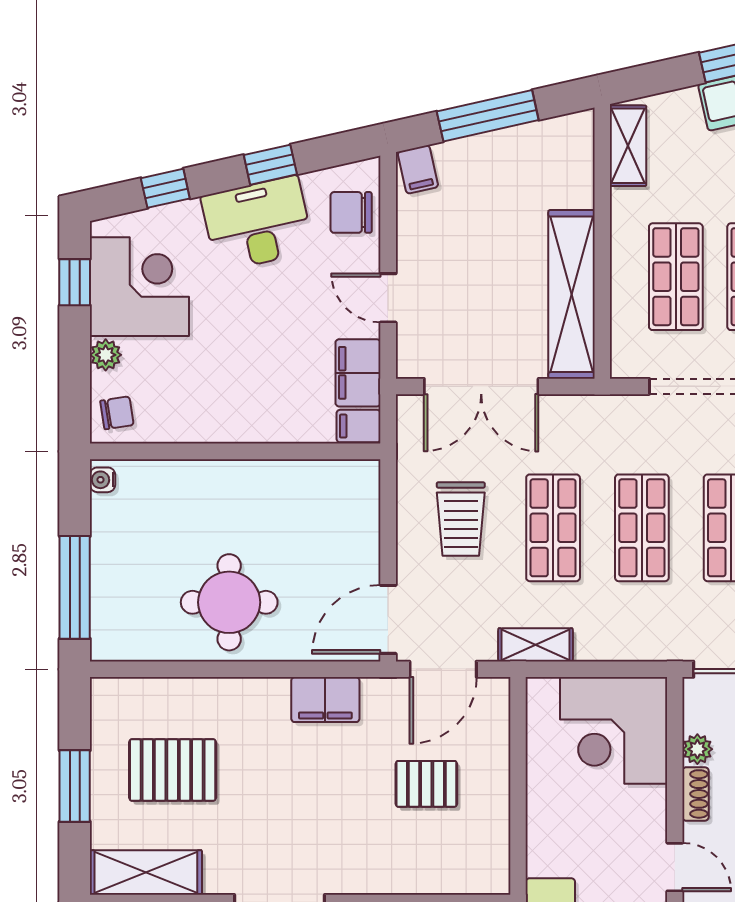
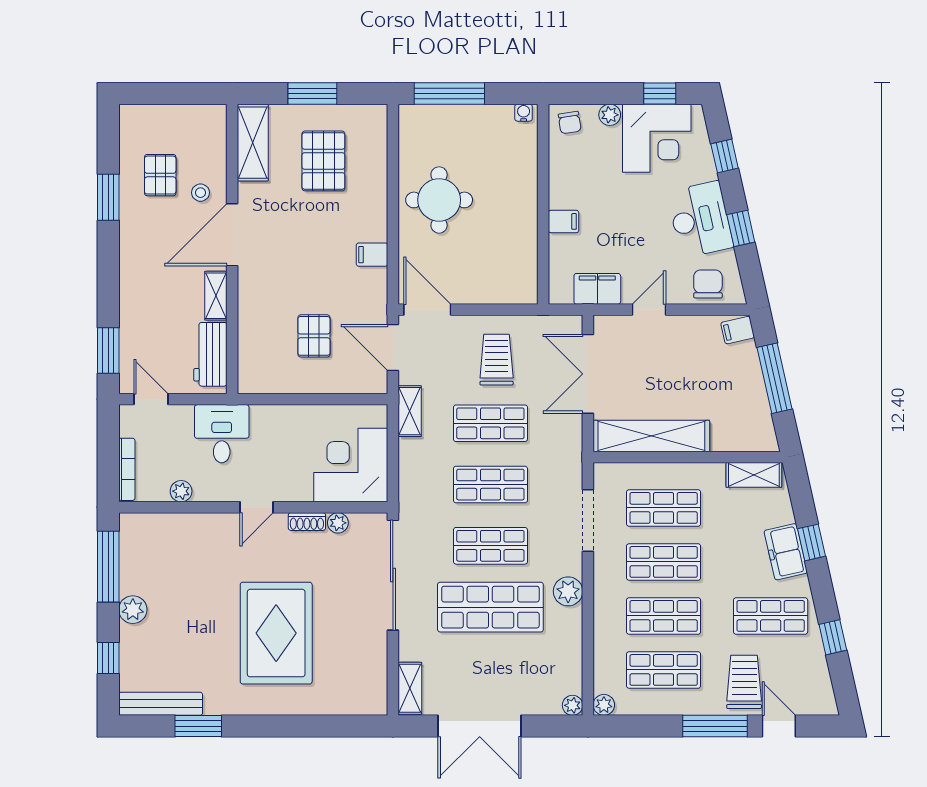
filing cabinet: (359, 426) -> (564, 221), moved, turned 90
trolley: (461, 519) -> (497, 360), turned 90
filing cabinet: (325, 700) -> (372, 255), width x0.50

